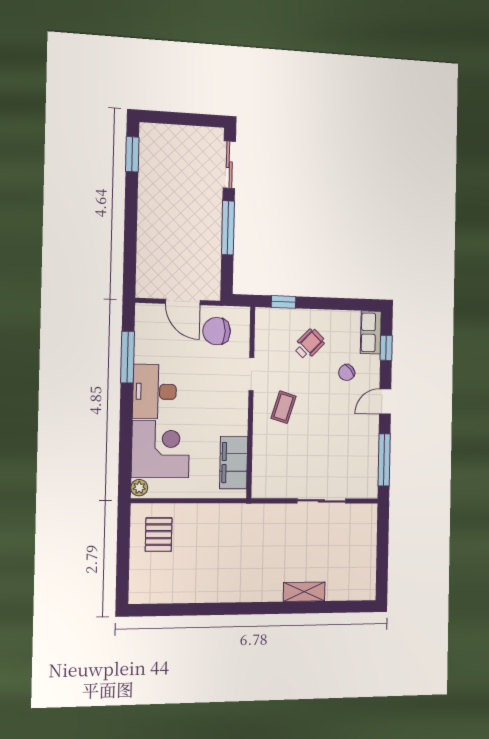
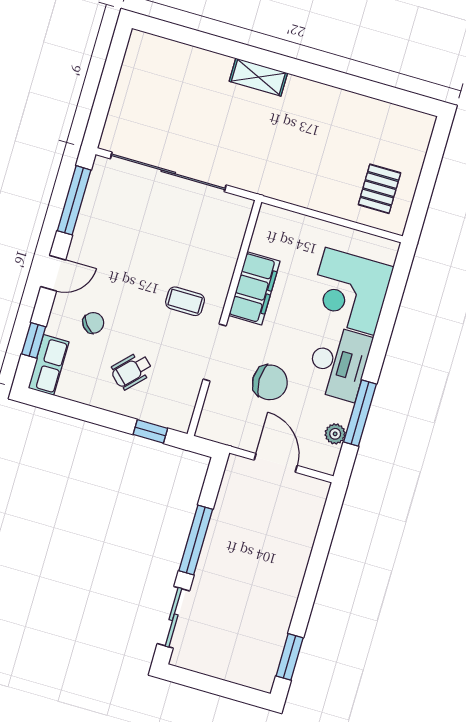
chair: (217, 331) -> (270, 382), moved
doorway: (251, 374) -> (215, 352), width x1.38
coffee table: (283, 407) -> (185, 301), turned 73
filing cabinet: (234, 463) -> (254, 288), moved
plant: (139, 488) -> (335, 434), moved
sliding door: (321, 501) -> (168, 172), width x1.86
shelving: (304, 592) -> (258, 77), moved

